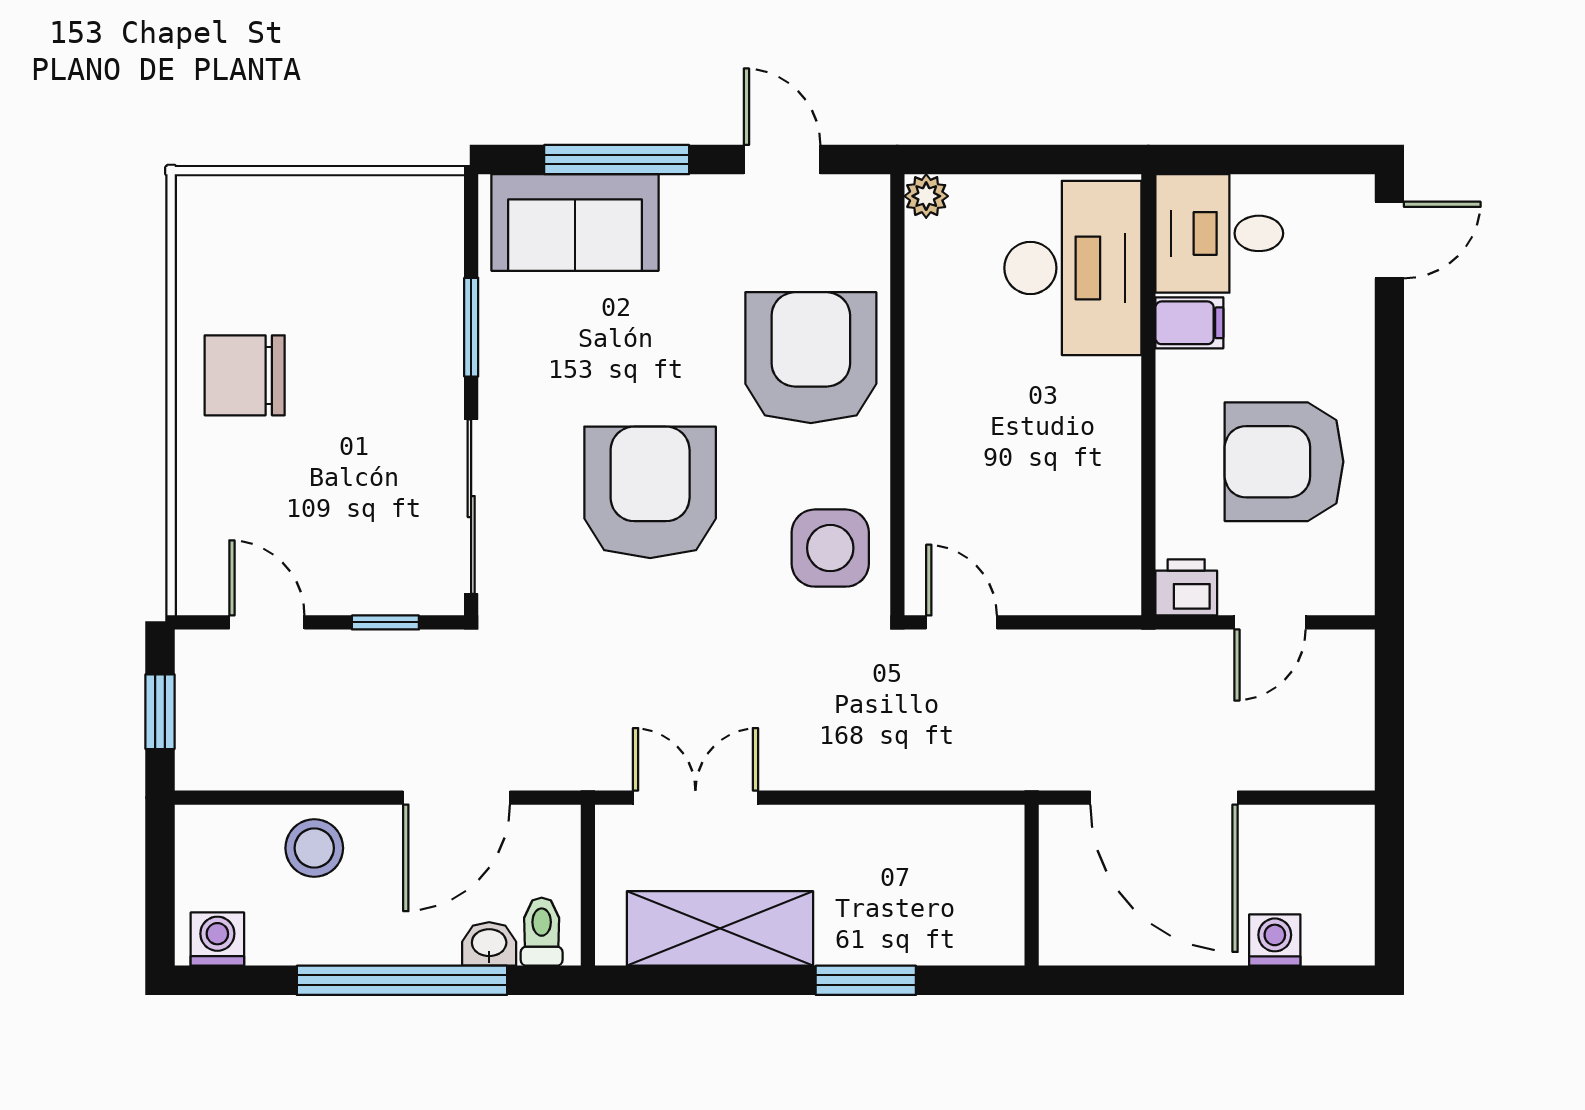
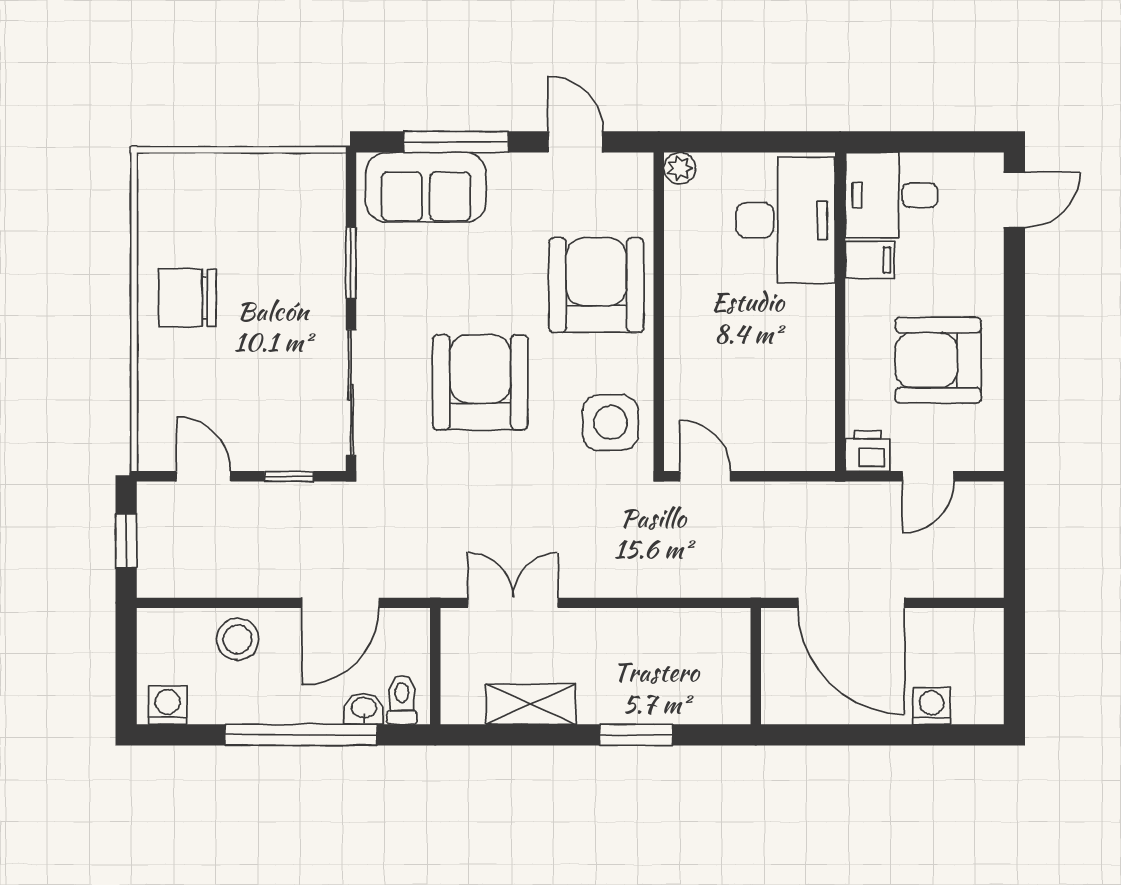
shelving: (720, 928) -> (531, 704), width x0.67, depth x0.75

